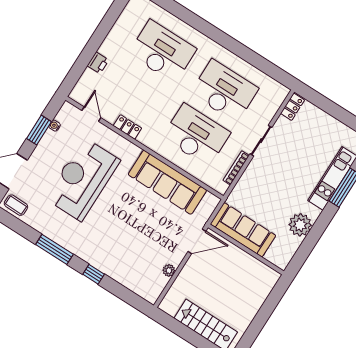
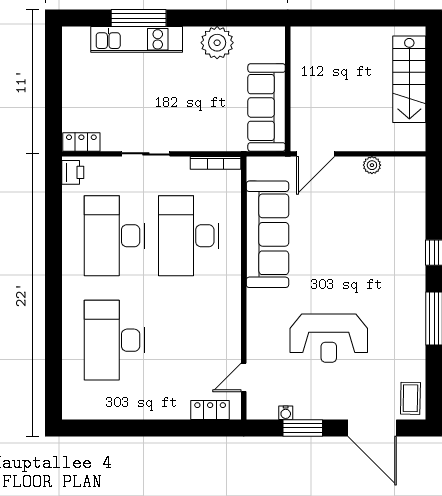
printer: (98, 63) -> (73, 172), moved, turned 90
locker: (127, 127) -> (210, 410), moved, turned 90
bookcase: (236, 168) -> (215, 163), moved
reception desk: (83, 179) -> (329, 338), width x0.74, depth x0.77
door: (197, 241) -> (316, 154), swing flipped

